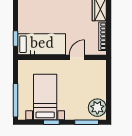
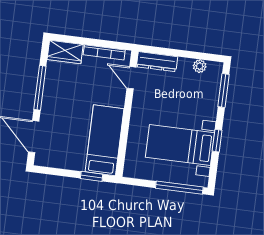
door: (77, 57) -> (131, 78), moved
dresser: (101, 74) -> (157, 62), added
plant: (97, 108) -> (200, 66), width x0.53, depth x0.53

